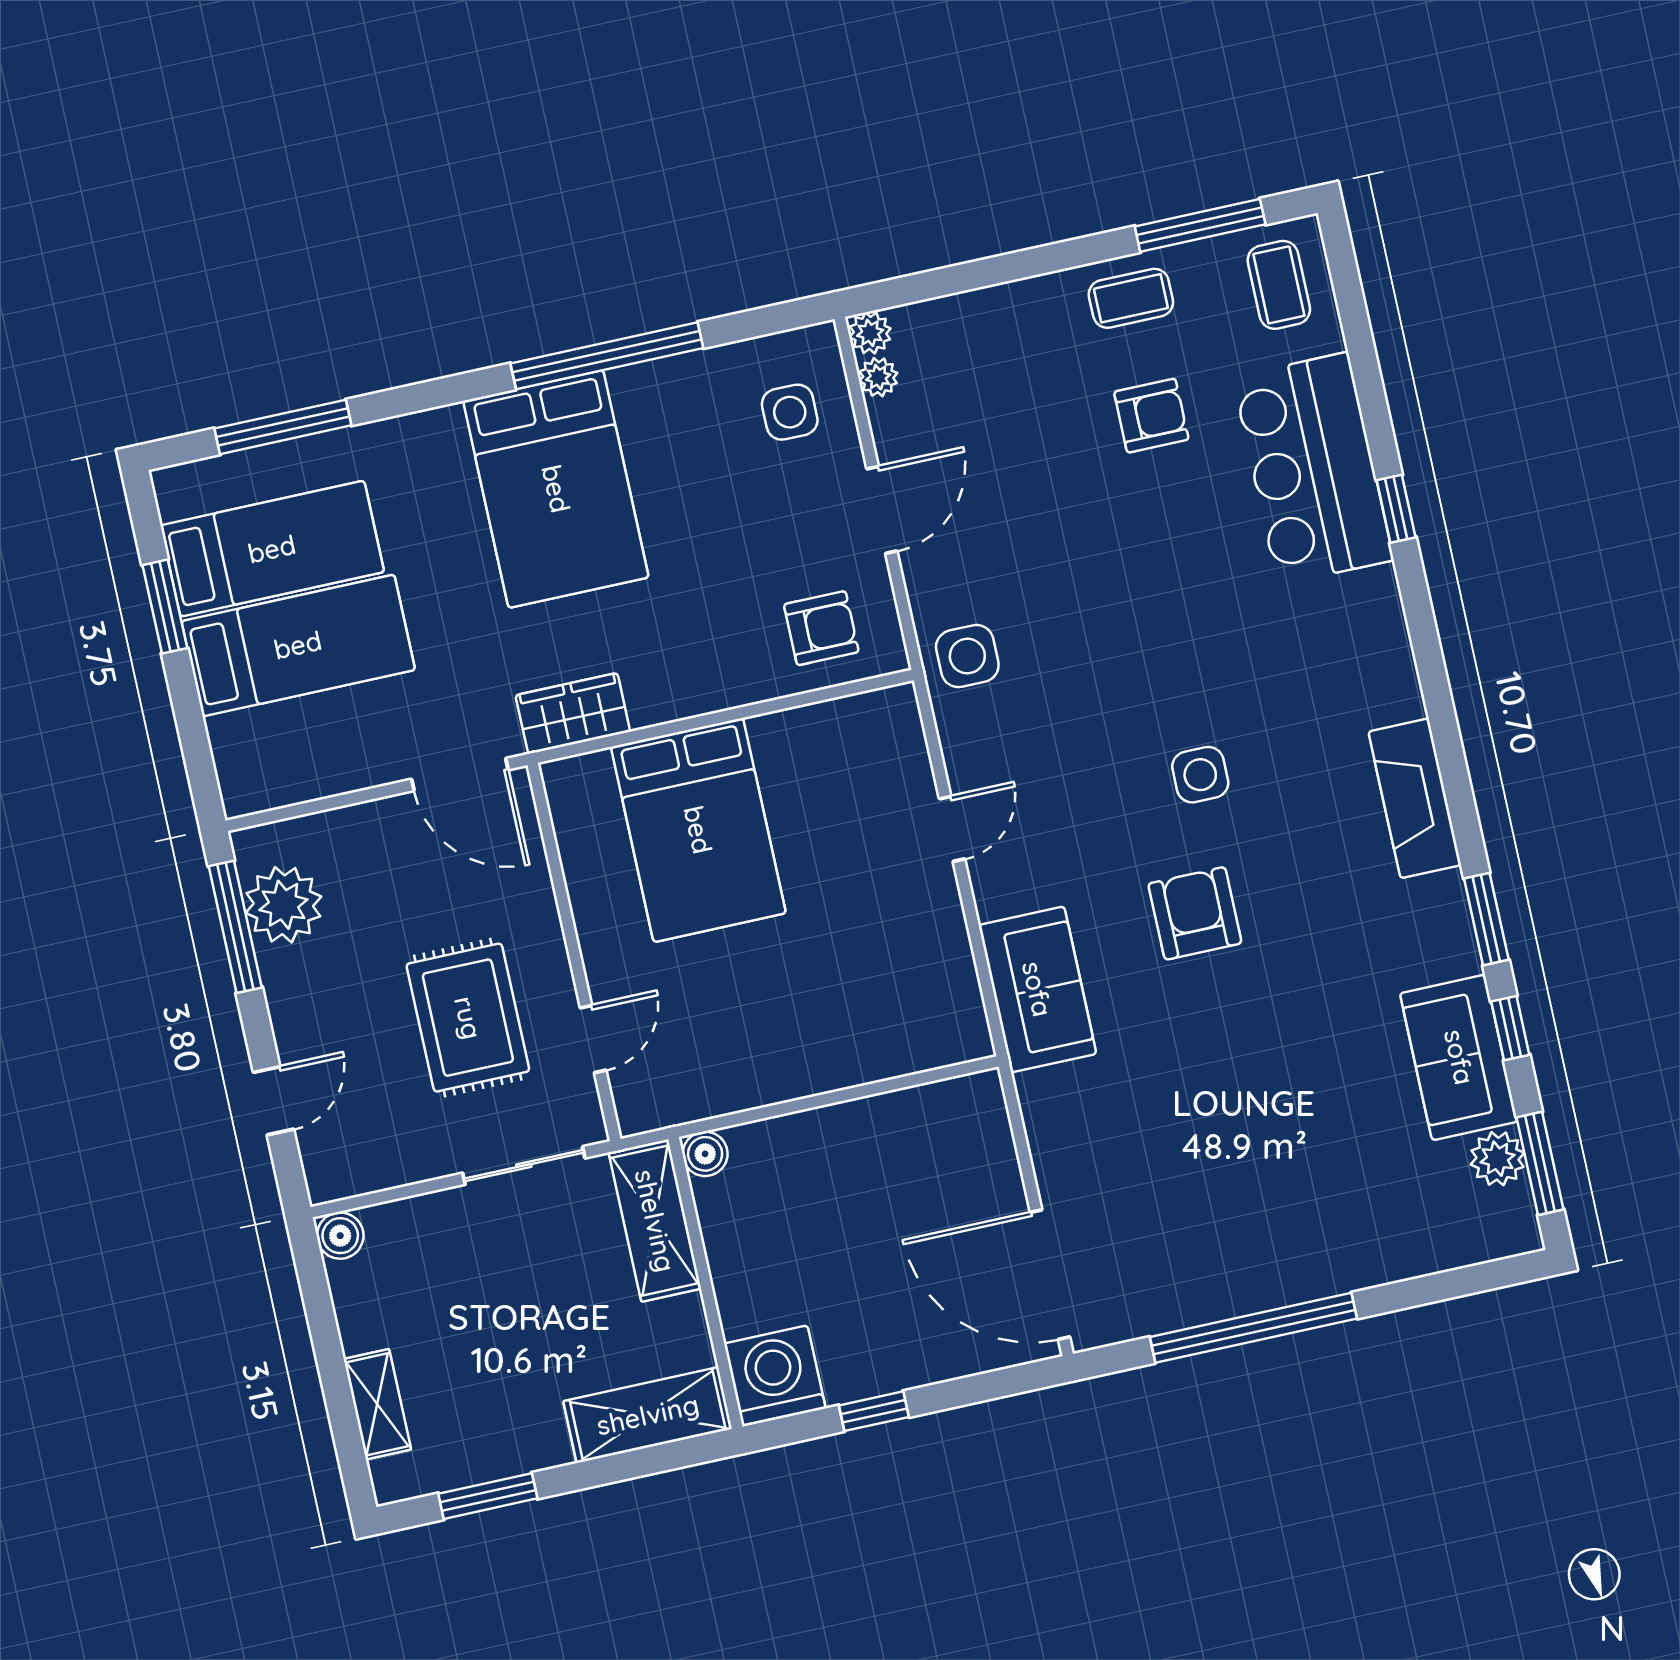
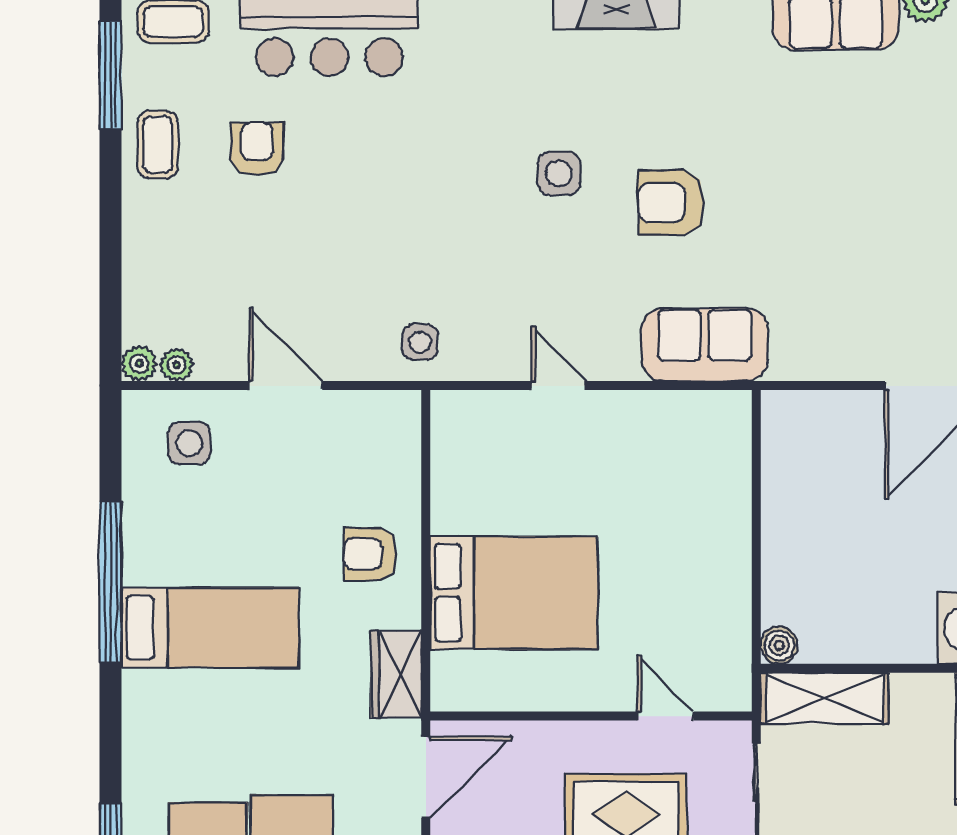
bed: (556, 489) -> (210, 628), width x0.67
armchair: (821, 628) -> (370, 554), moved, turned -90
side table: (967, 656) -> (420, 342), width x0.73, depth x0.73

